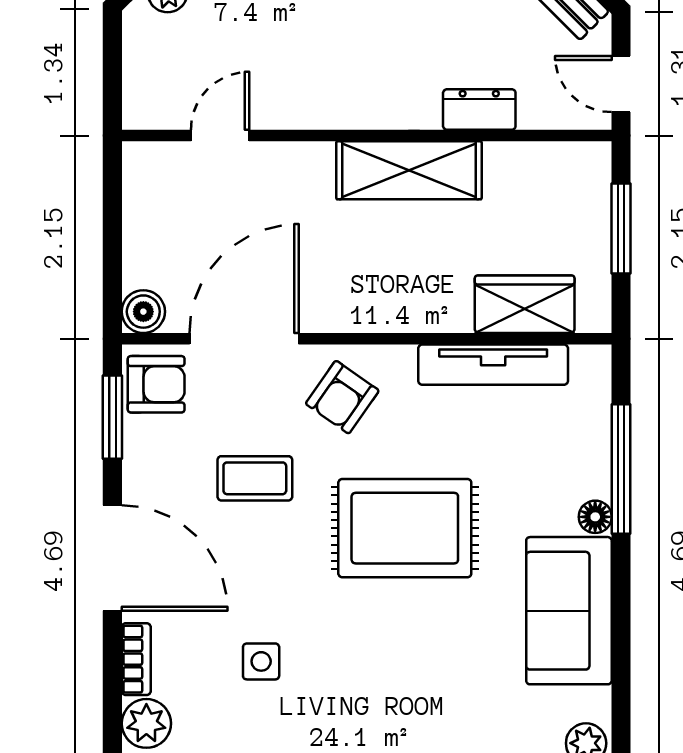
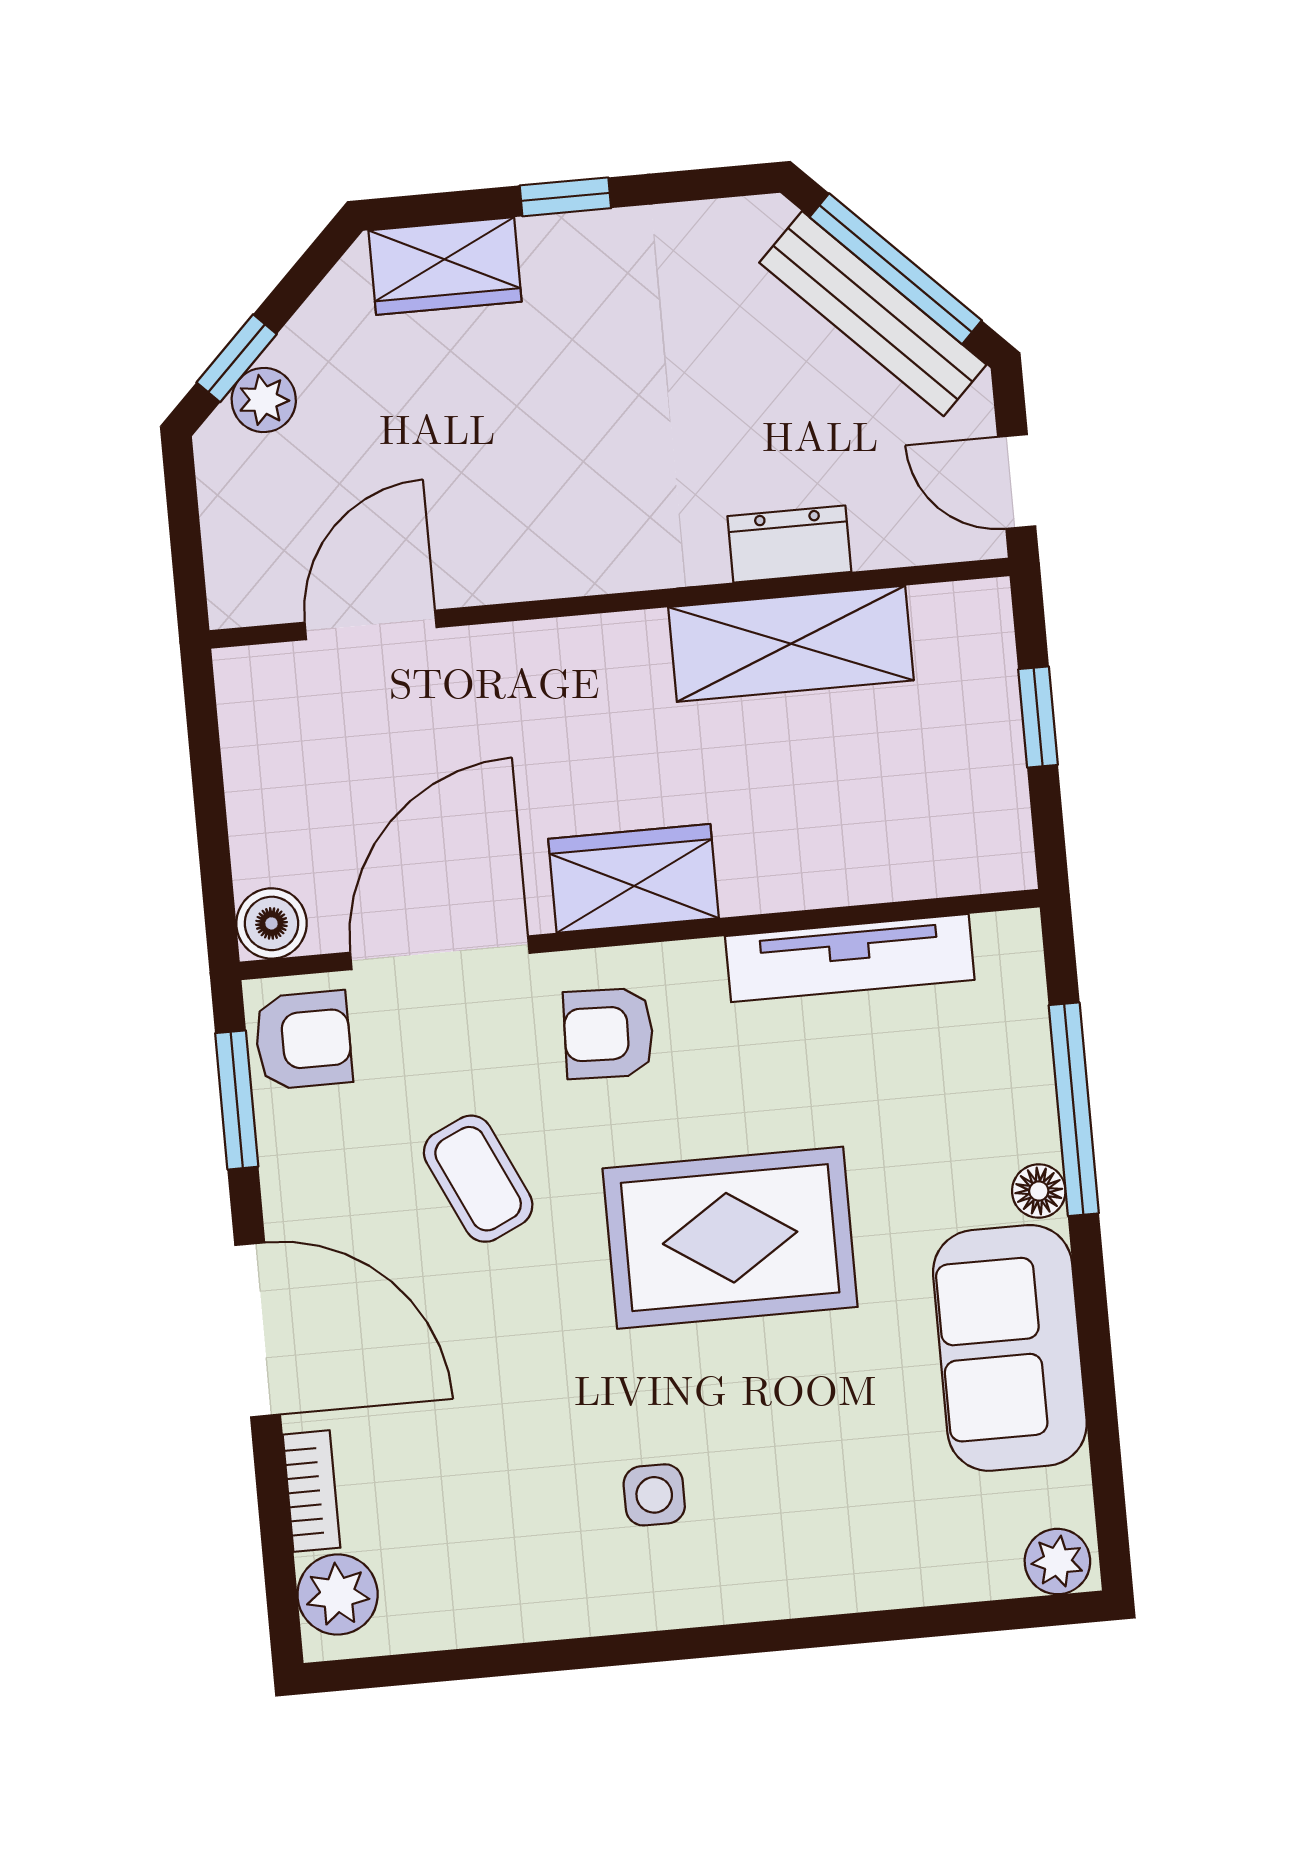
door: (220, 136) -> (371, 625), width x1.38
shelving: (409, 170) -> (791, 644), moved
window: (621, 228) -> (1038, 717), width x0.67
wardrobe: (525, 304) -> (634, 878), moved
armchair: (342, 397) -> (609, 1033), turned 57
coffee table: (255, 478) -> (478, 1179), turned 65
side table: (261, 661) -> (654, 1495), moved

